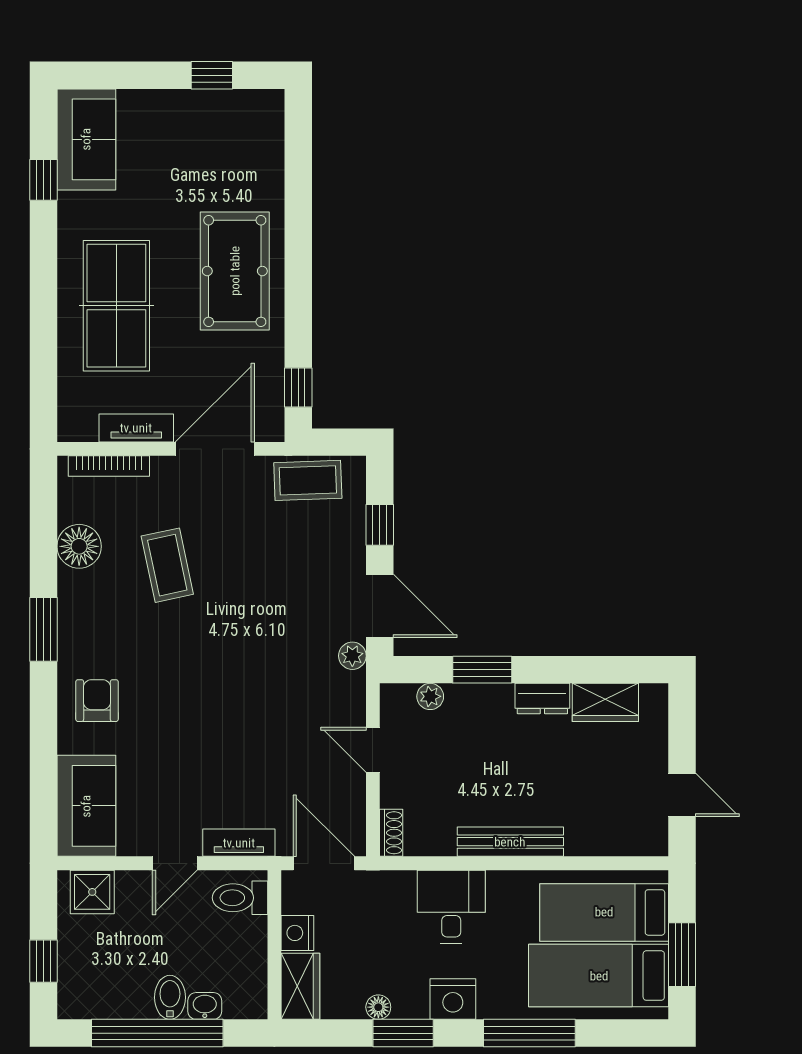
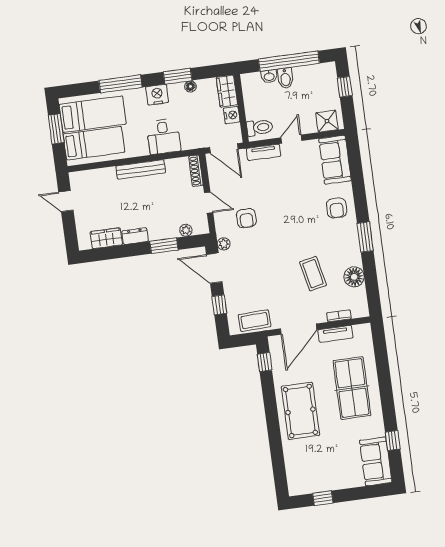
bookcase: (109, 466) -> (339, 316), width x0.64
armchair: (296, 705) -> (246, 218), added
shoe rack: (391, 833) -> (196, 171), width x1.43

